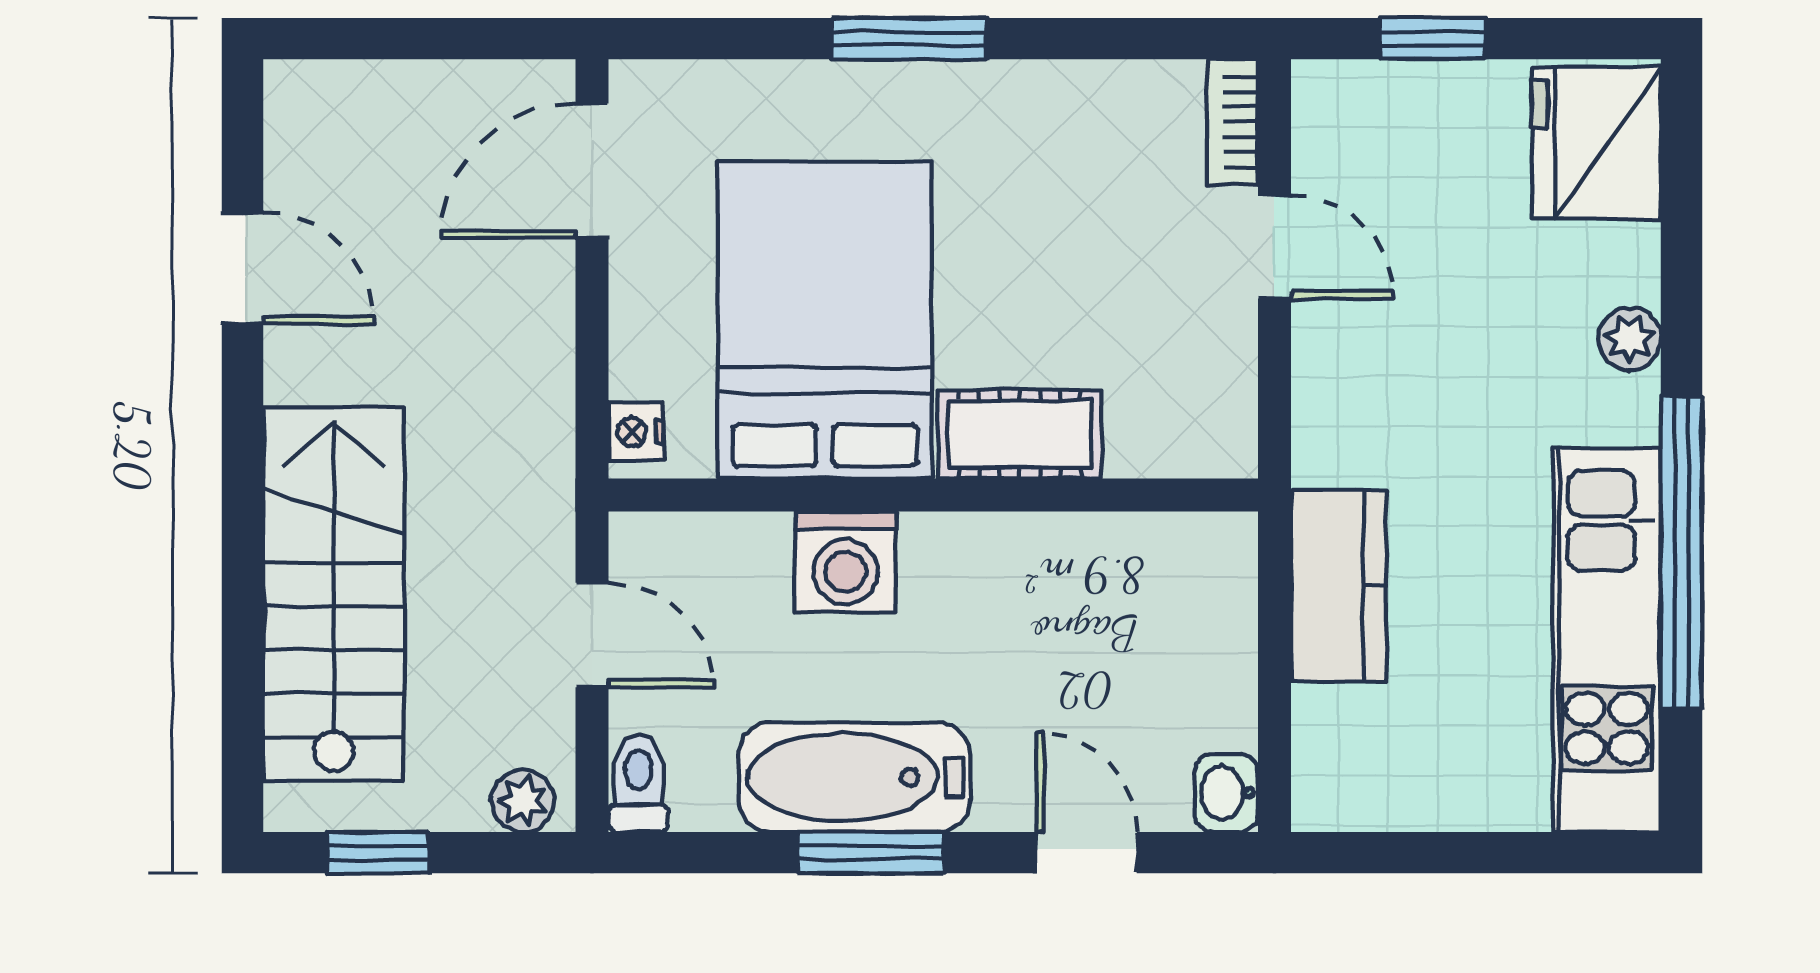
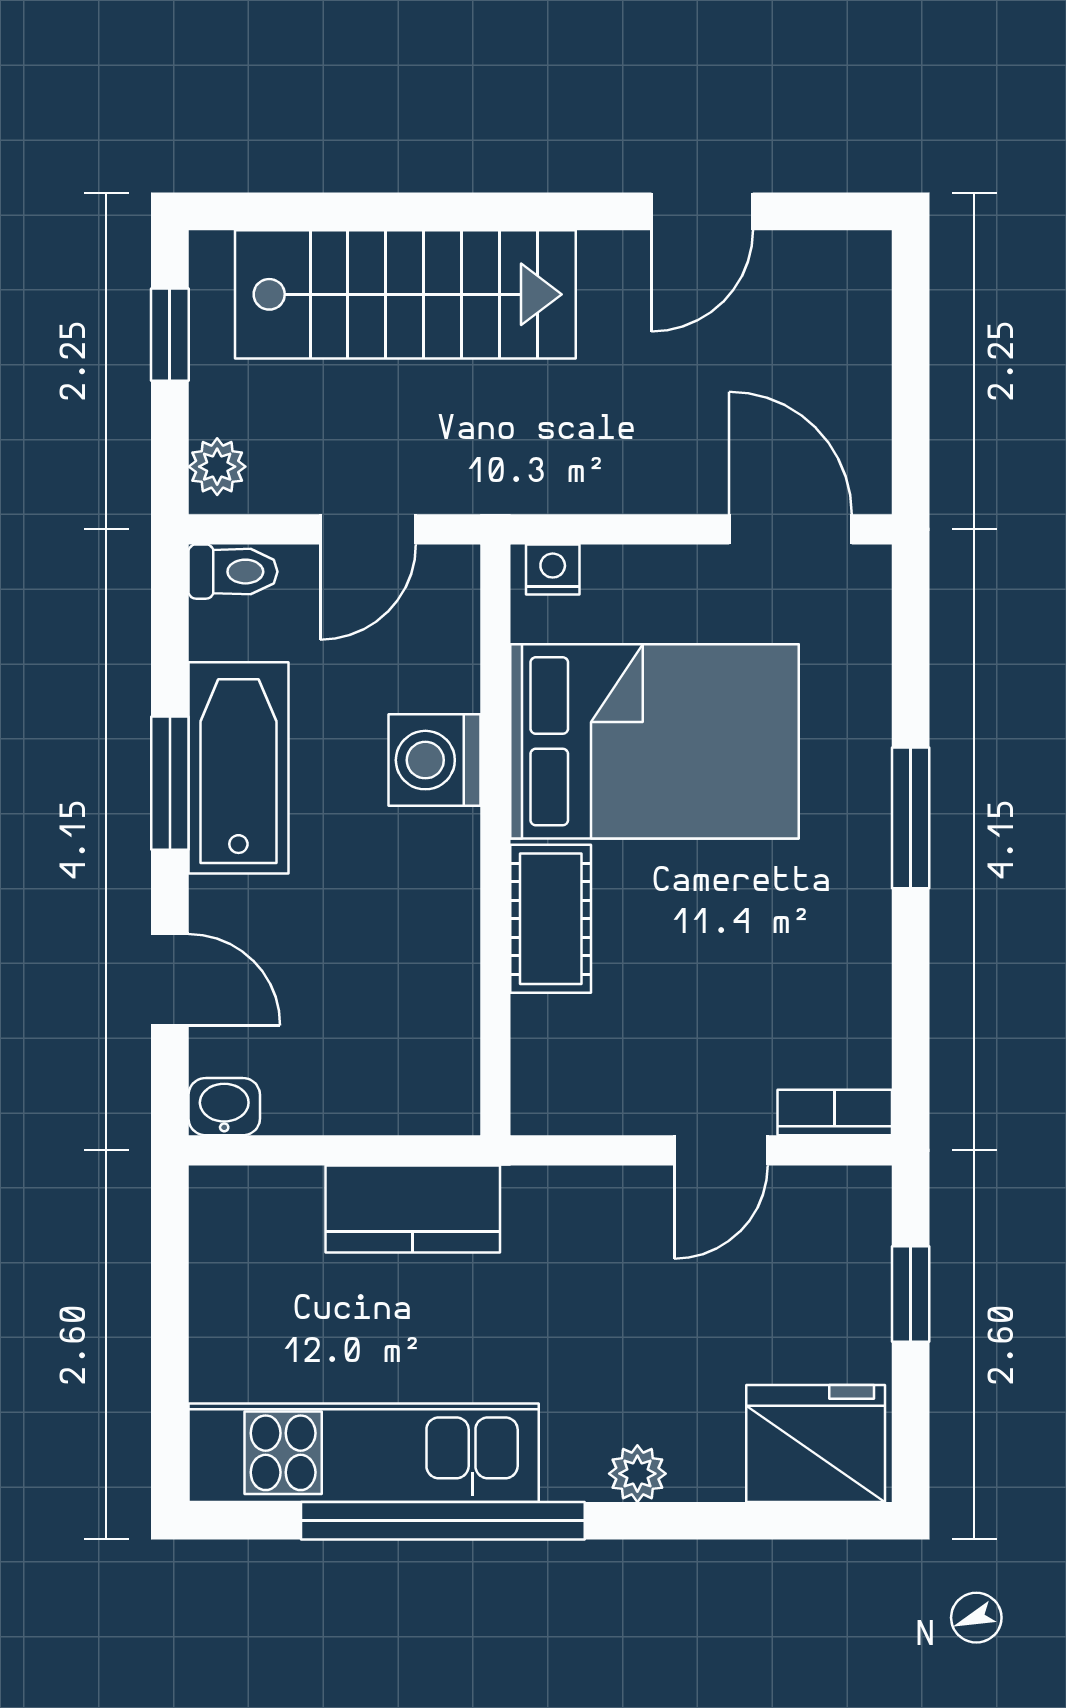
door: (1087, 853) -> (170, 980), hinge flipped

